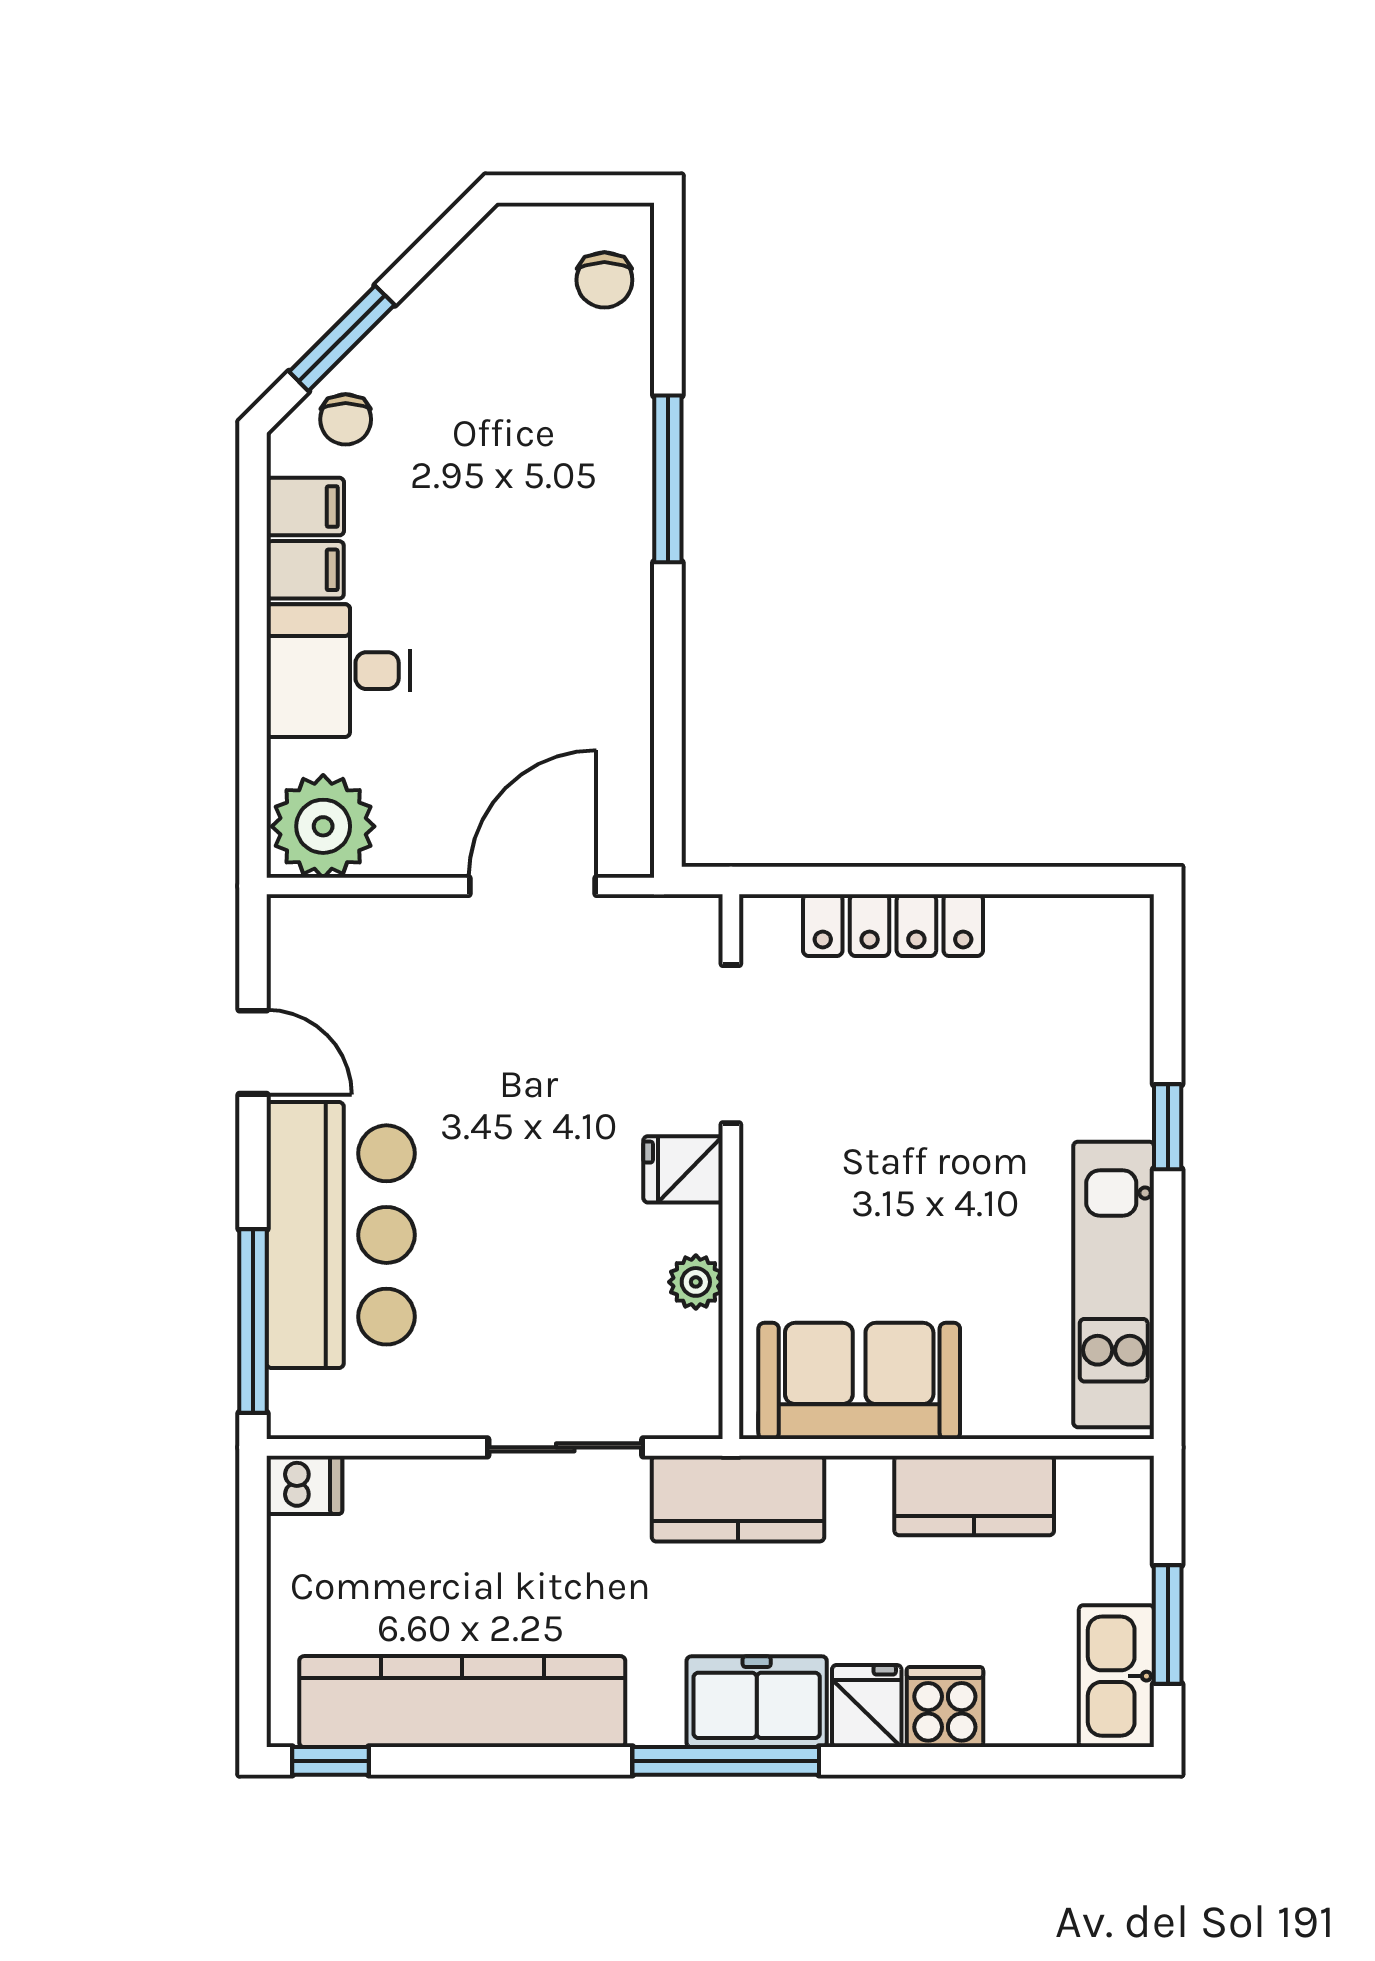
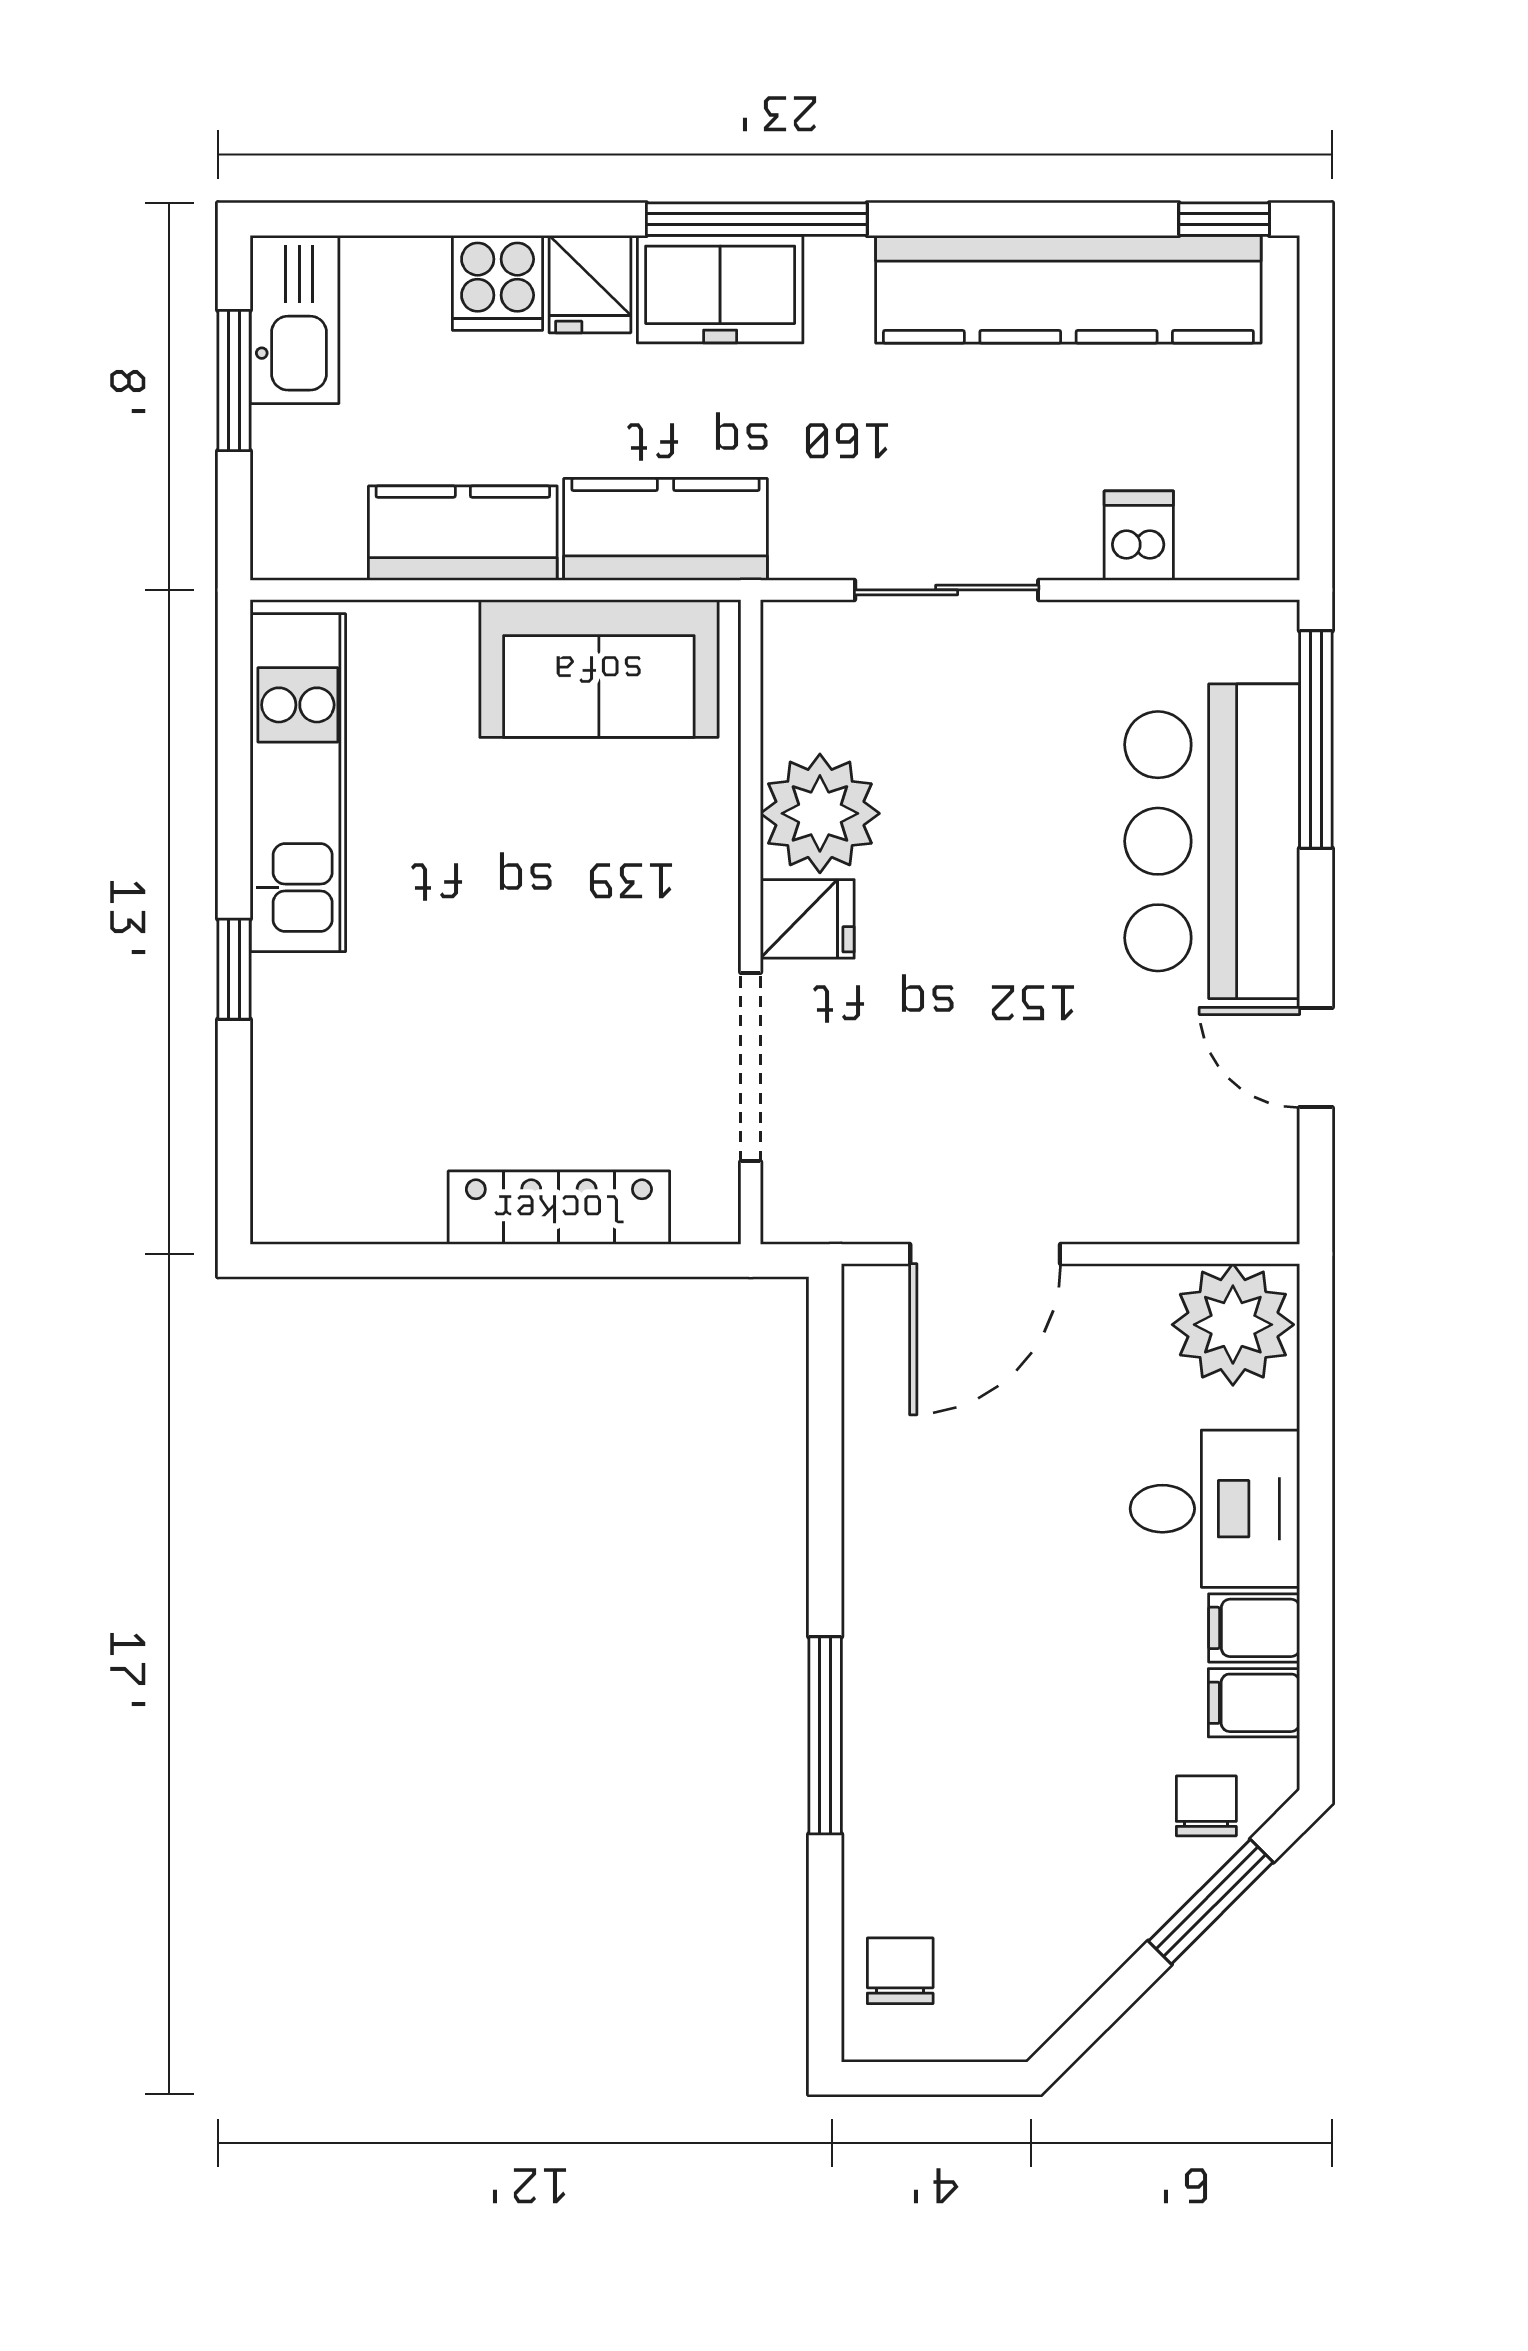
plant: (696, 1282) -> (820, 813), width x1.88, depth x1.88
dishwasher: (304, 1485) -> (1139, 536), moved, turned 90
kitchen counter: (738, 1499) -> (665, 529), moved

